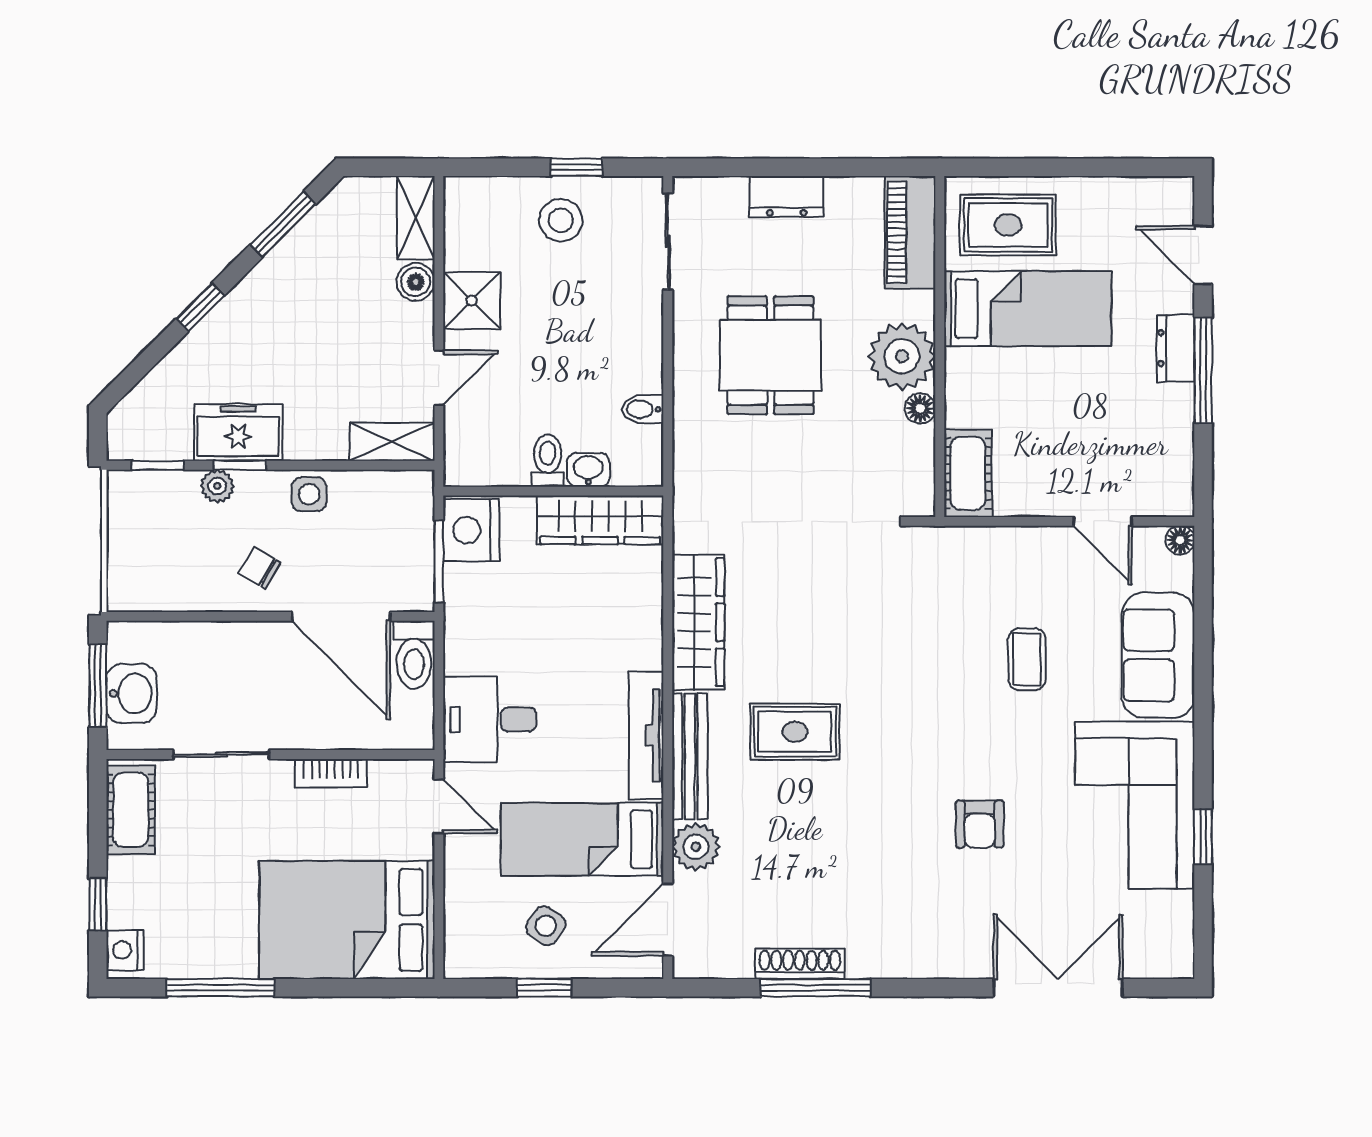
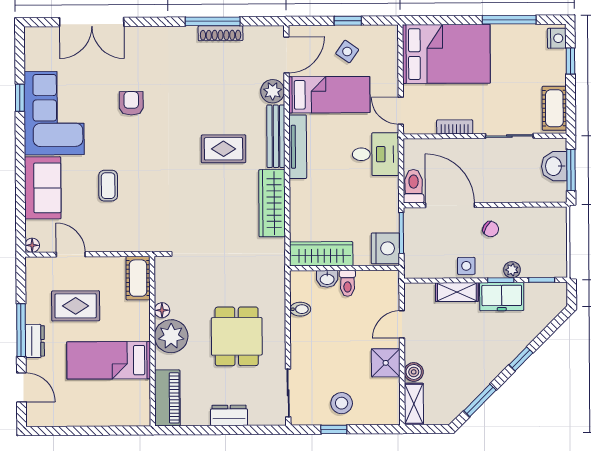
rug: (1008, 225) -> (76, 306), moved
shelving: (392, 442) -> (457, 292), moved

